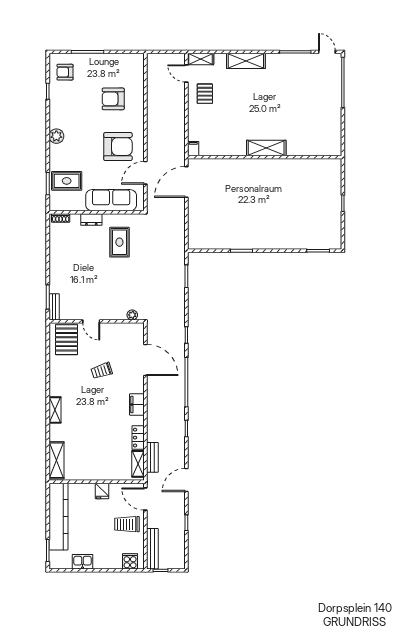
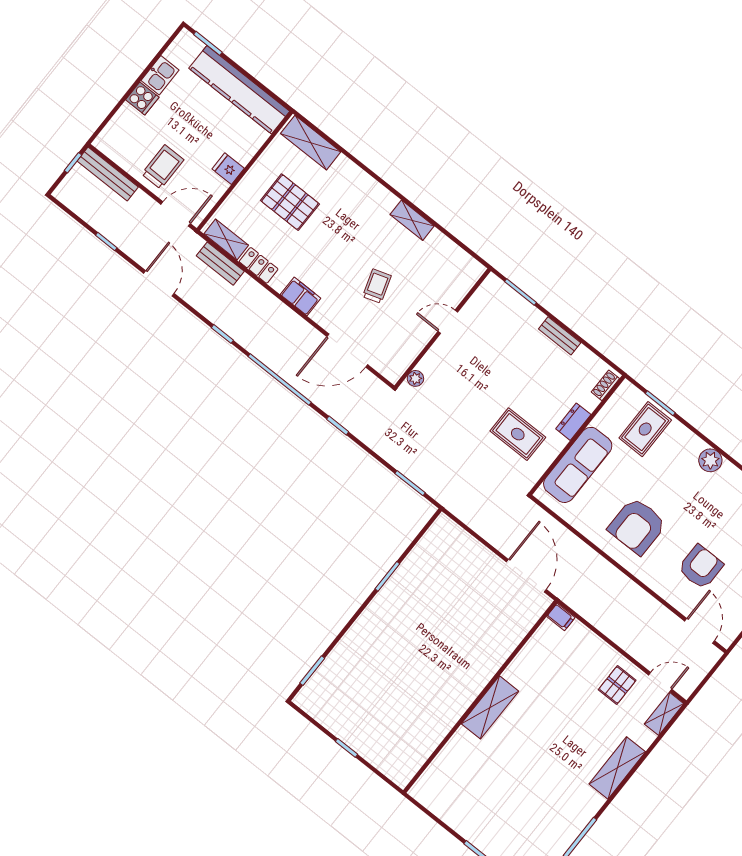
pallet: (205, 94) -> (617, 685), turned 90
door: (145, 173) -> (700, 631), moved
bench: (54, 307) -> (560, 336), moved
pallet: (67, 340) -> (290, 202), moved
shelving: (55, 410) -> (412, 220), moved
cooker: (130, 561) -> (142, 98), moved

